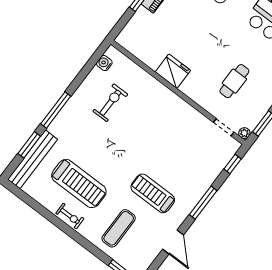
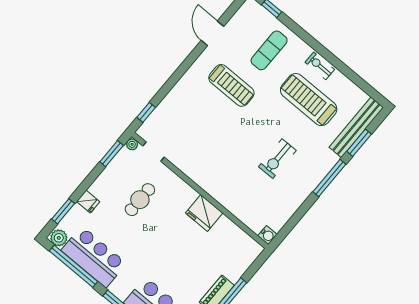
water cooler: (104, 63) -> (267, 235), moved
exercise bike: (110, 103) -> (277, 159), moved
window: (203, 203) -> (179, 73), removed

